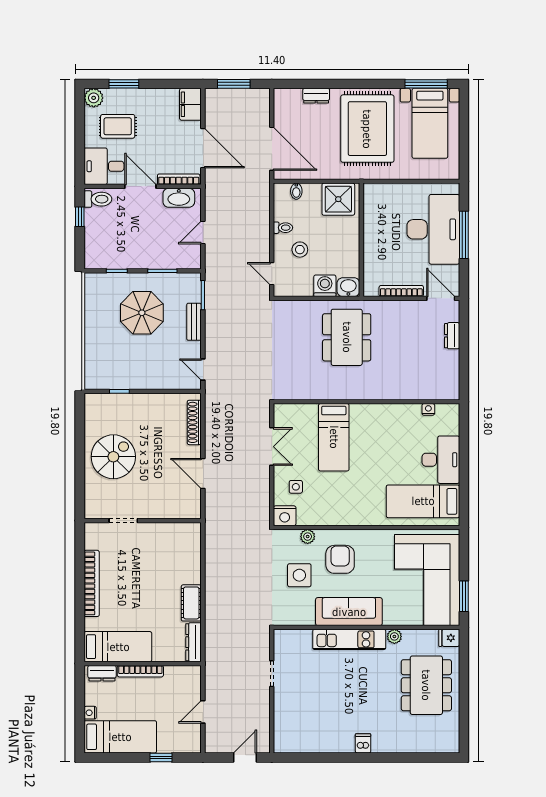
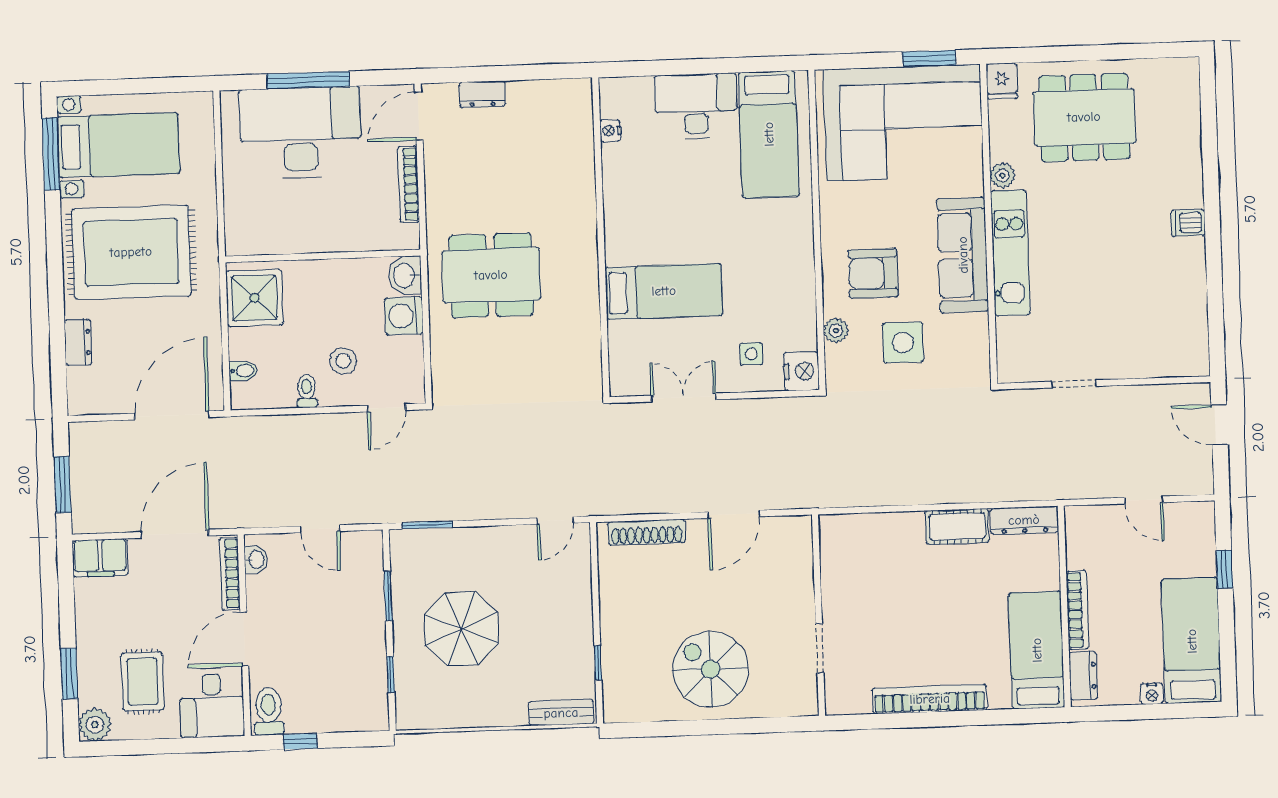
washbasin: (179, 198) -> (256, 559), width x0.52, depth x0.69
bench: (194, 322) -> (561, 713), moved

